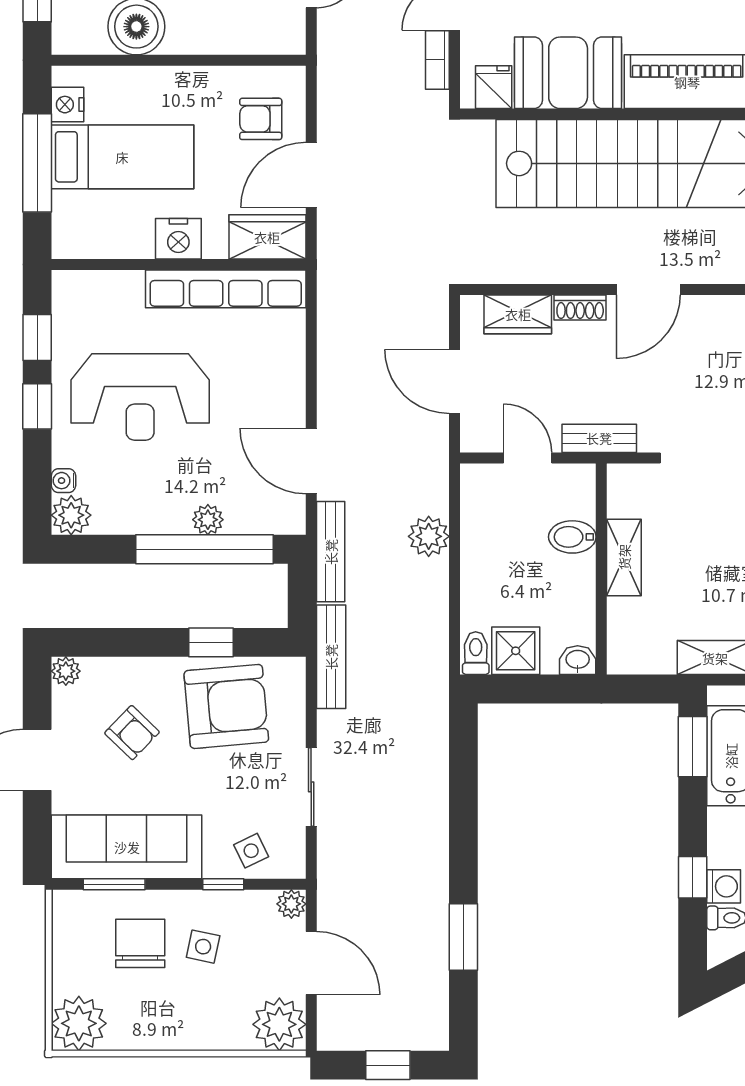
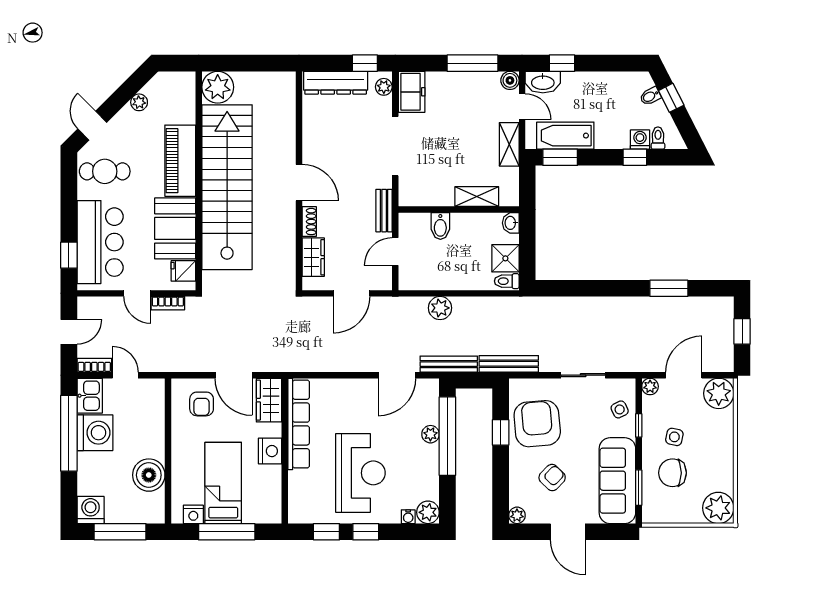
shelving: (624, 557) -> (477, 197), moved

